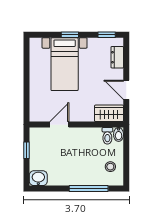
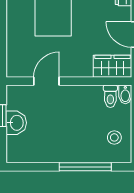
washbasin: (38, 178) -> (16, 123), moved, turned 90

